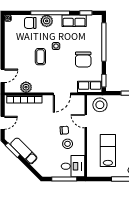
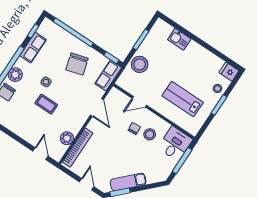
chair: (83, 60) -> (77, 64), turned 74
stool: (100, 105) -> (140, 64), moved

